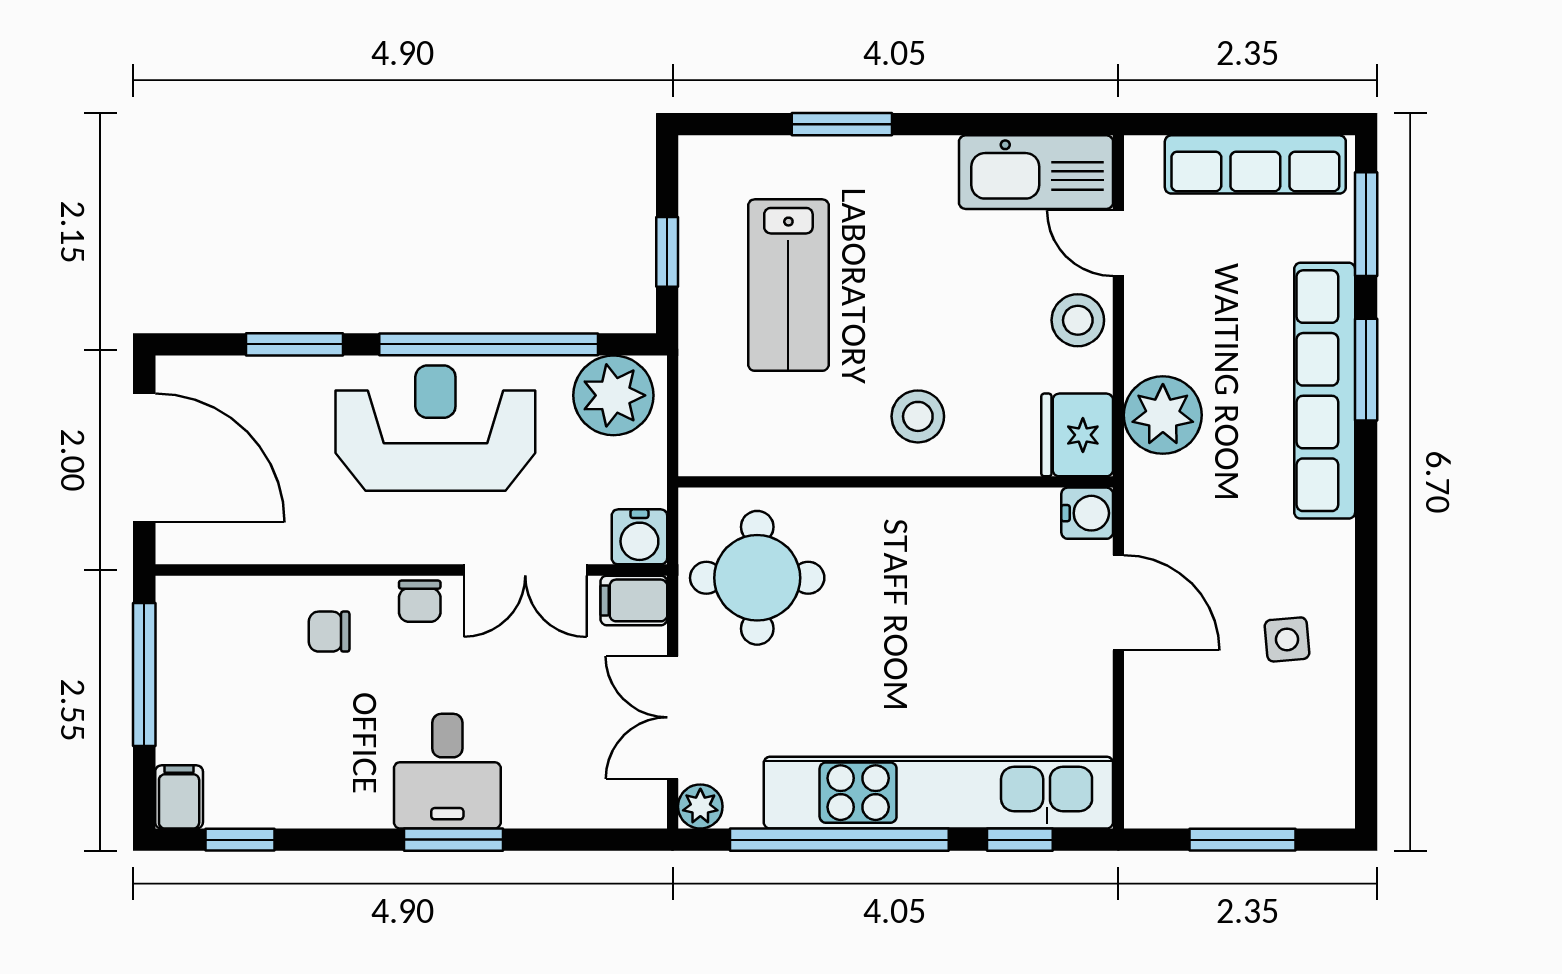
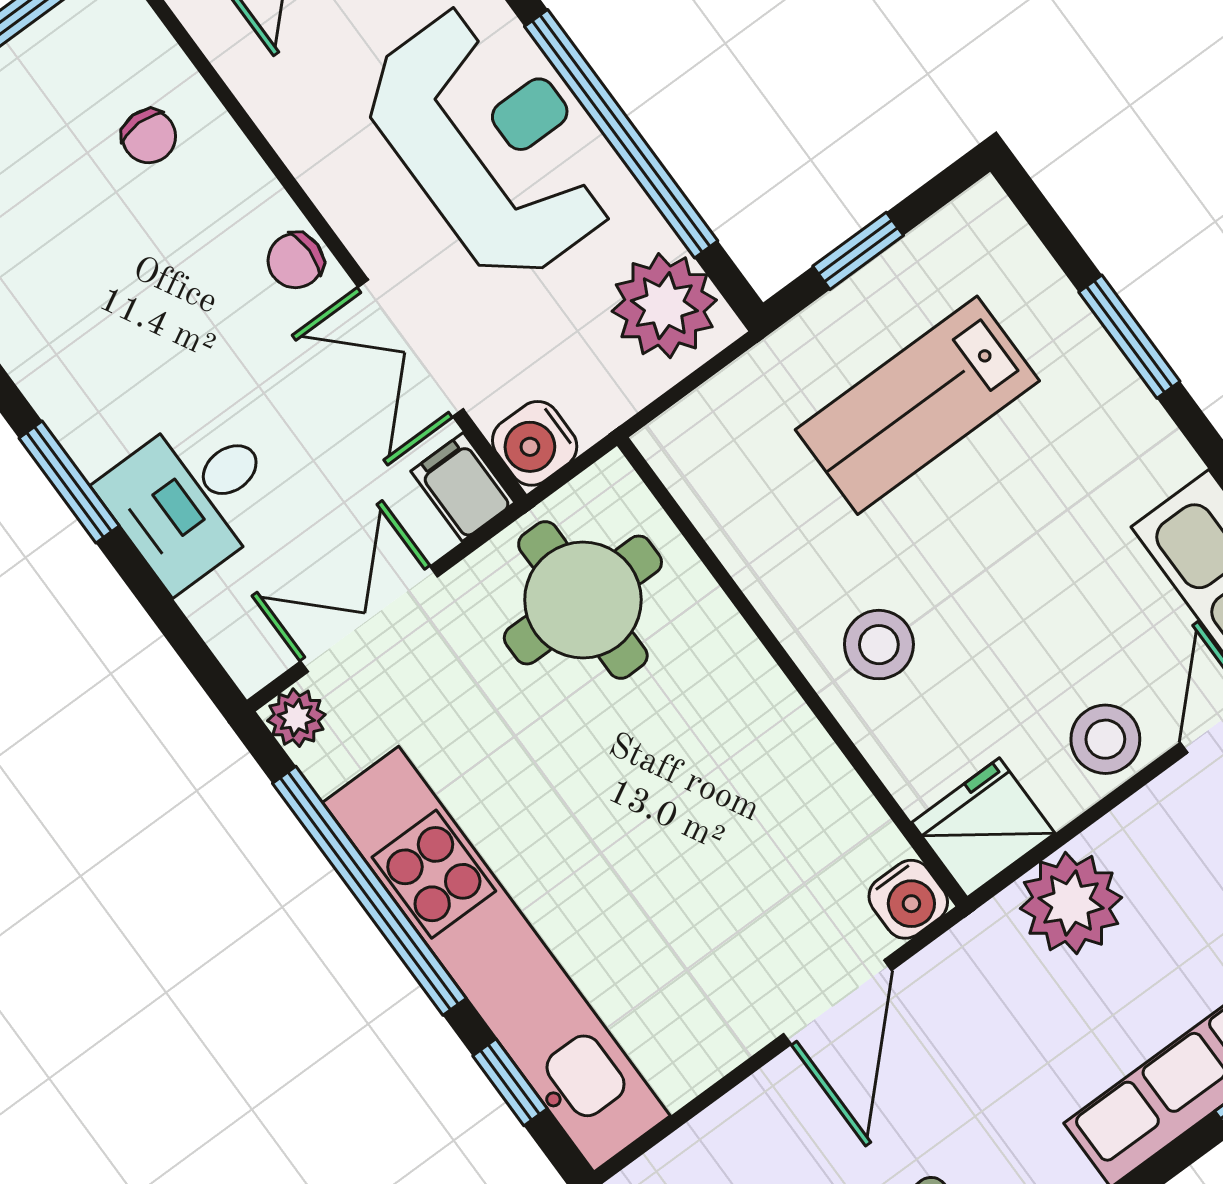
chair: (329, 632) -> (149, 136), moved, turned 180
desk: (447, 771) -> (192, 497), moved

